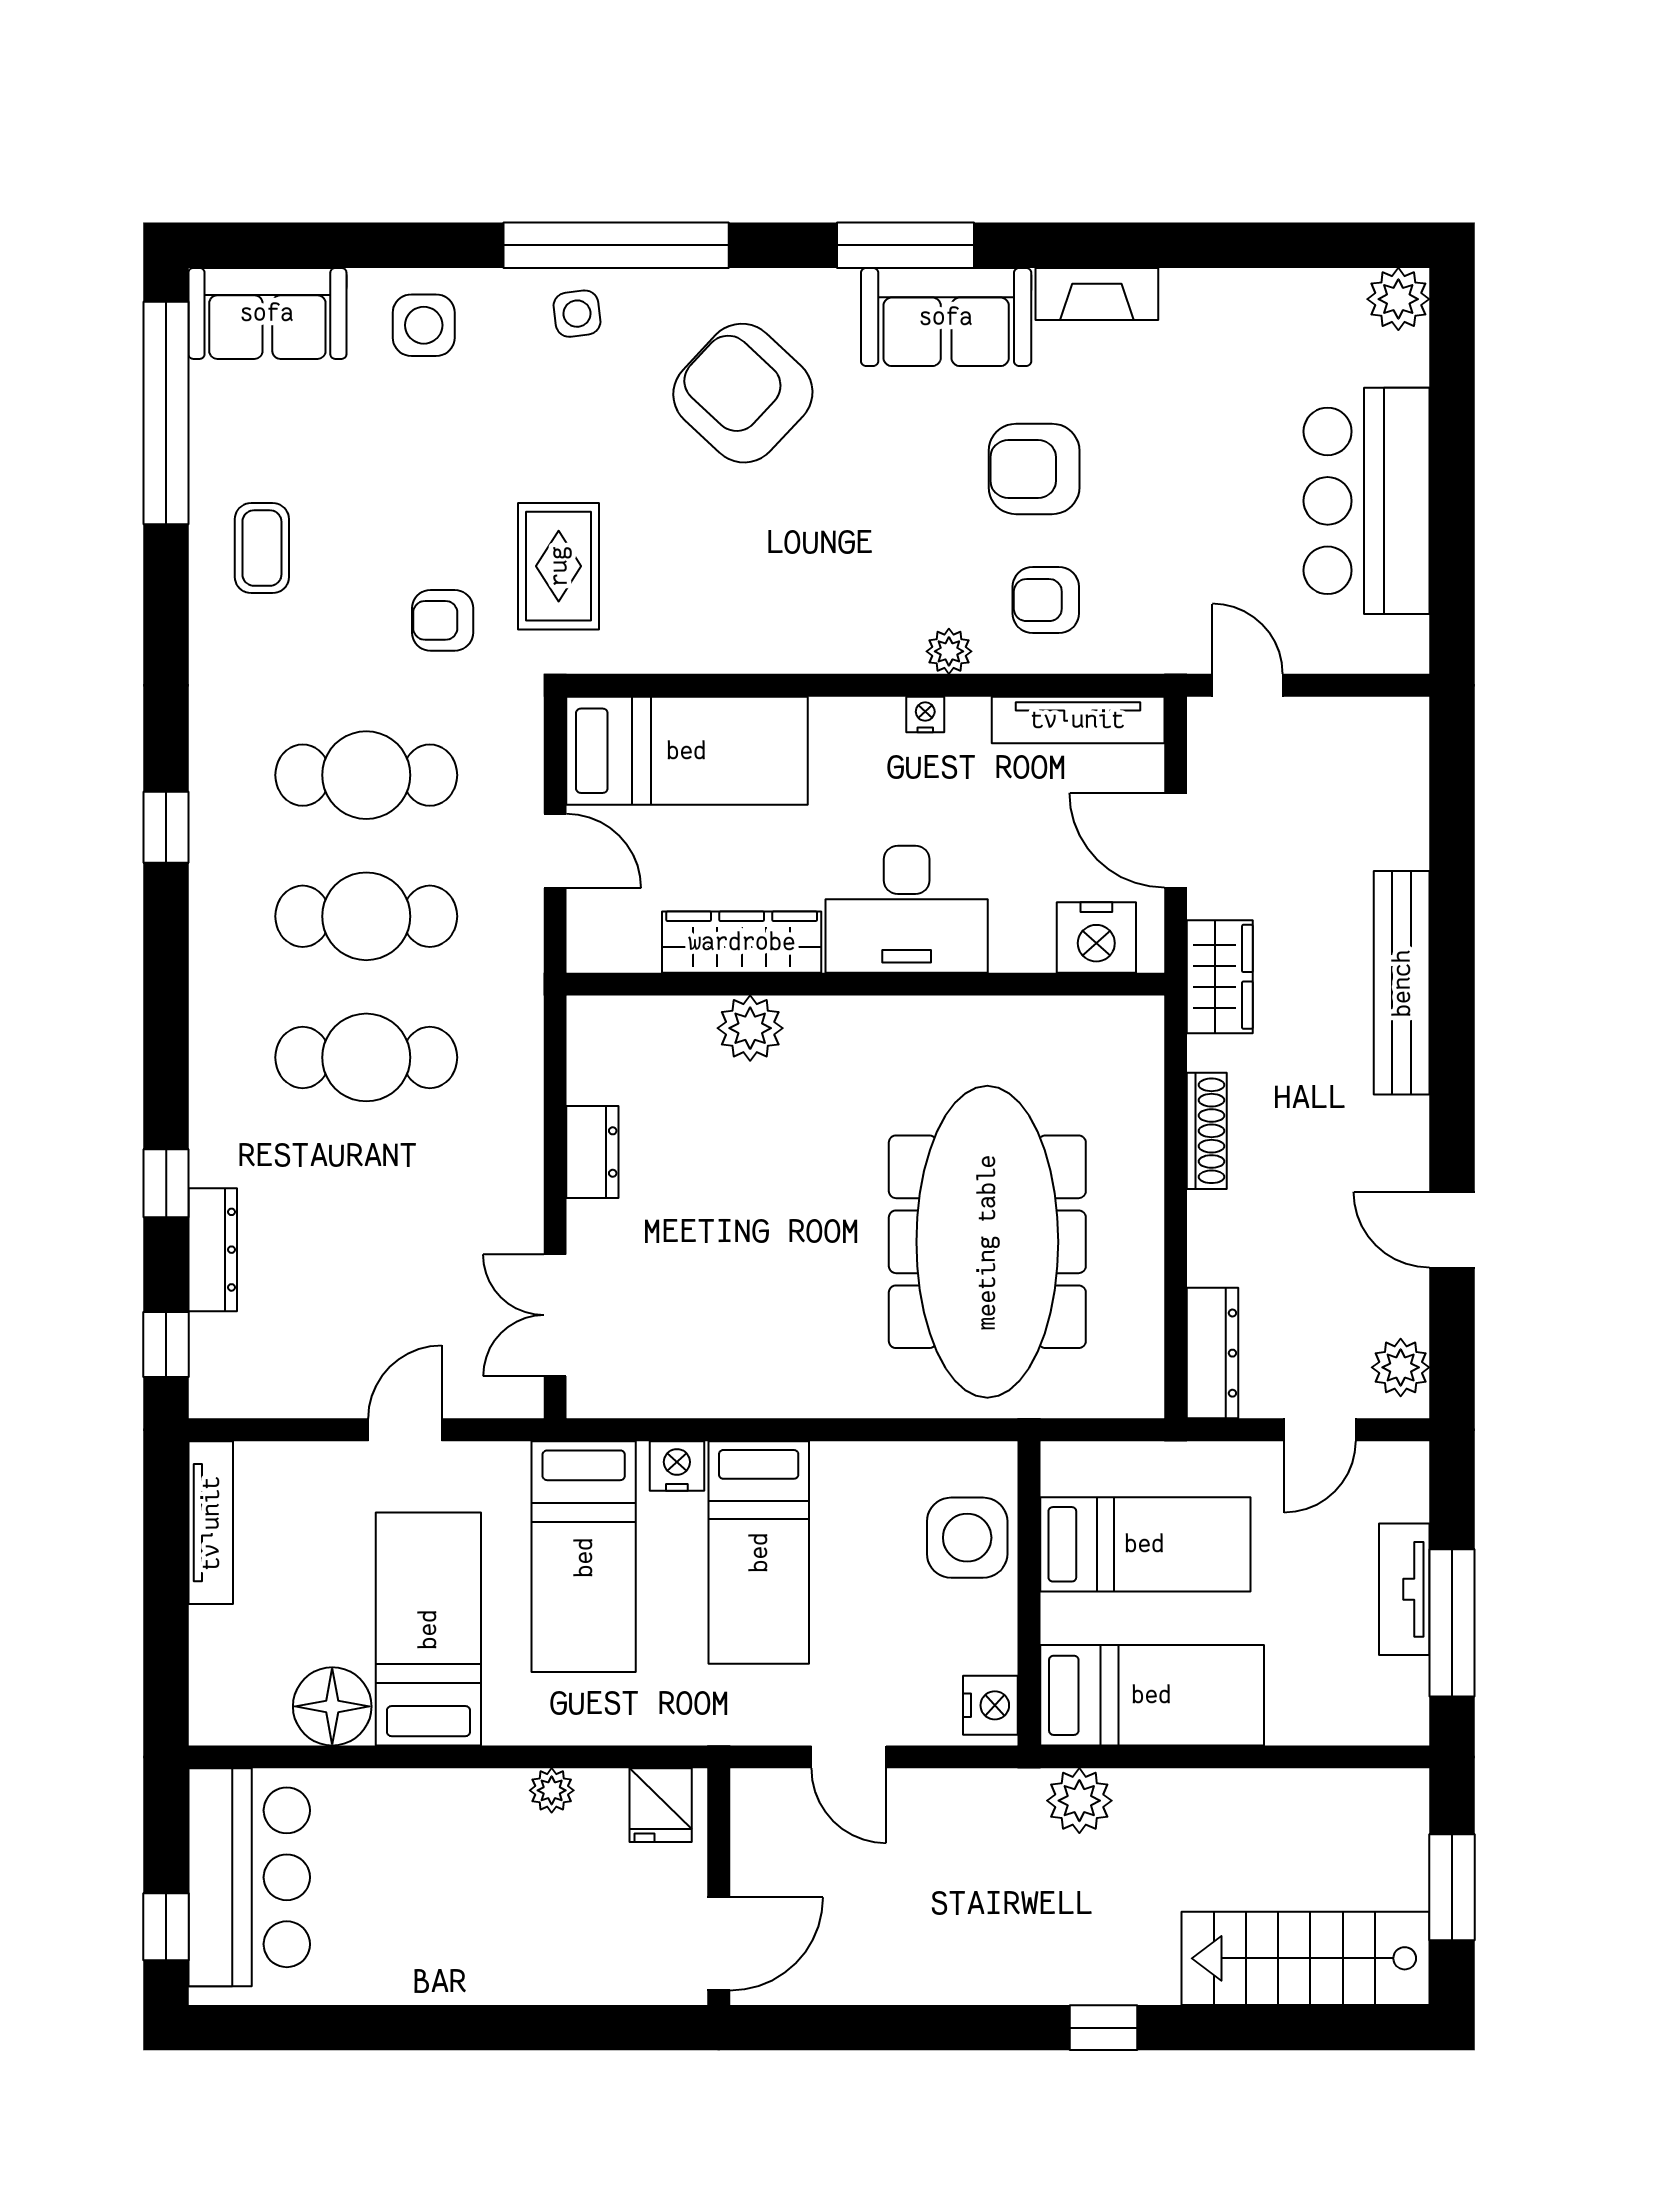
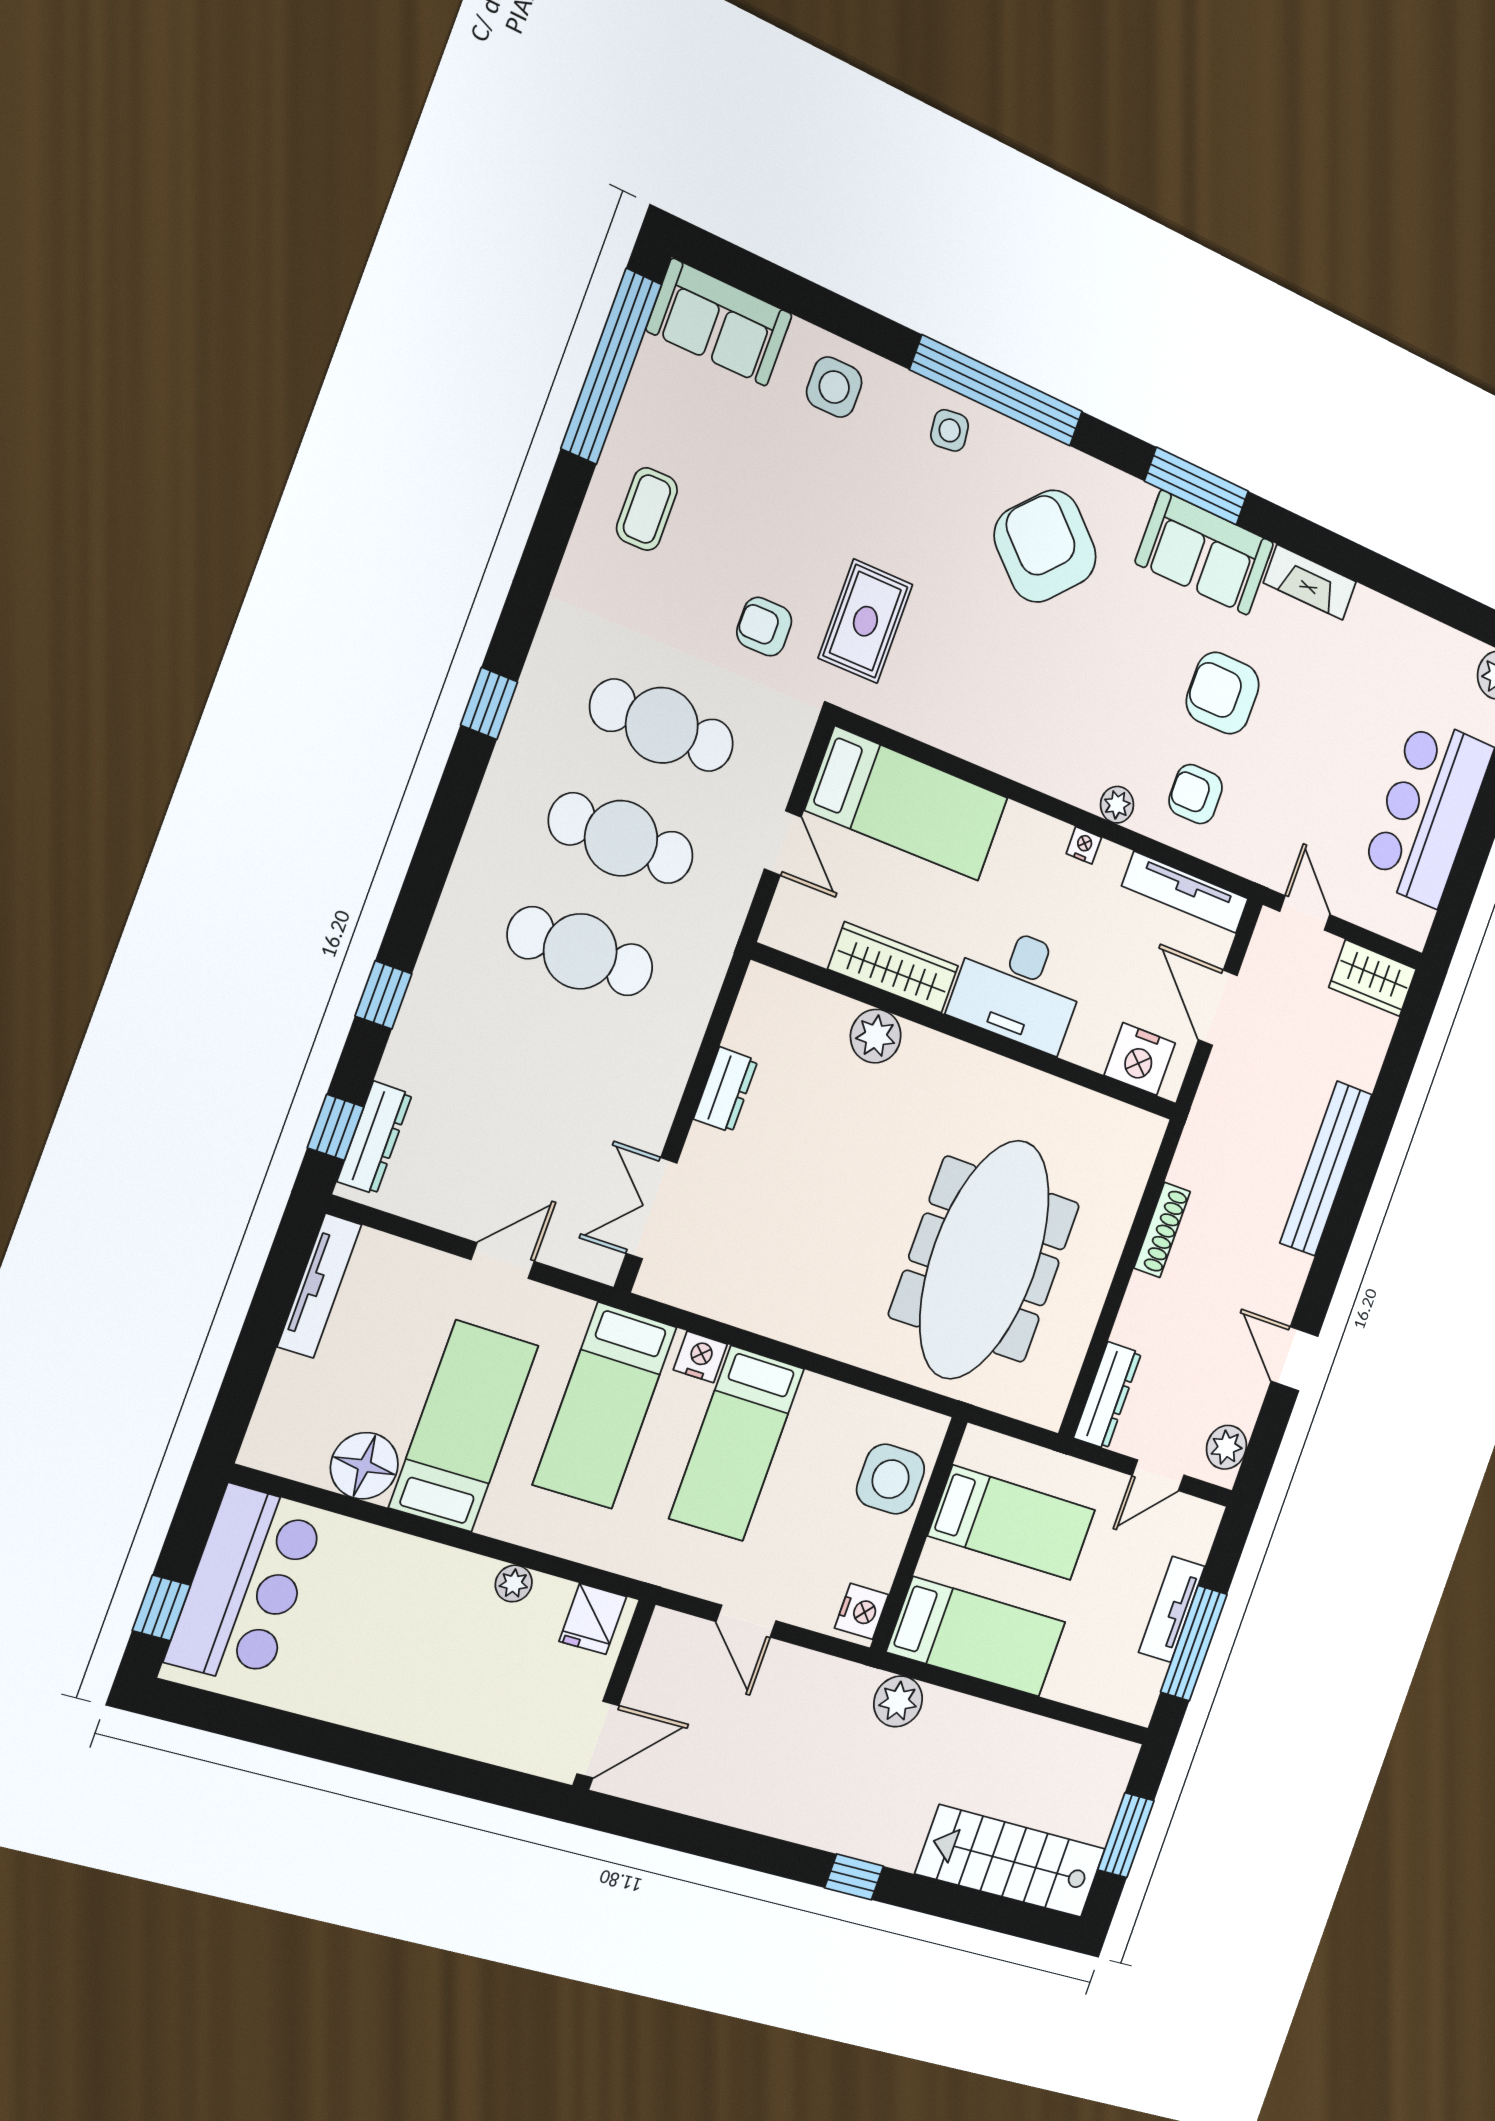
wardrobe: (1220, 977) -> (1373, 978), moved, turned 90
dresser: (213, 1250) -> (375, 1138), moved

